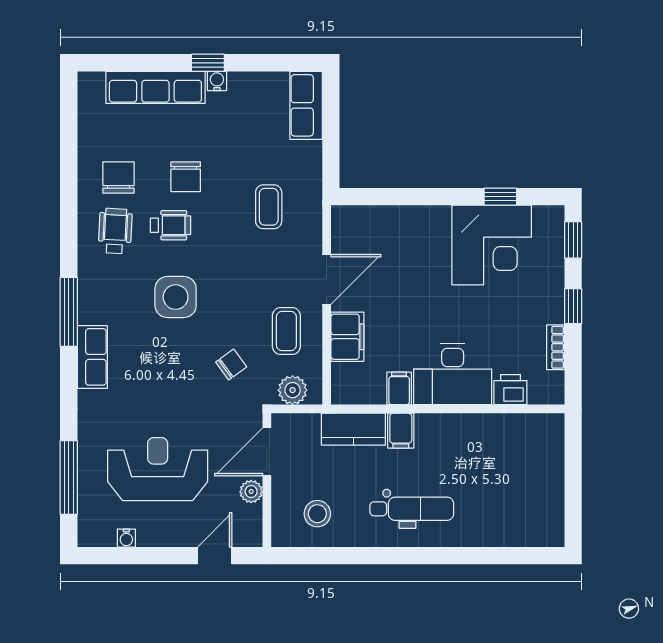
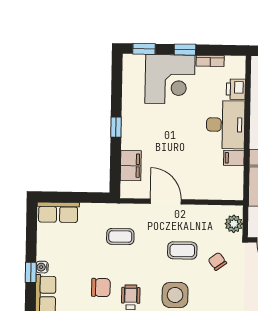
window: (500, 197) -> (116, 127), moved
corner desk: (492, 245) -> (170, 79), moved, turned 90
coffee table: (286, 331) -> (182, 250), moved
filing cabinet: (347, 337) -> (131, 166), moved, turned 90

